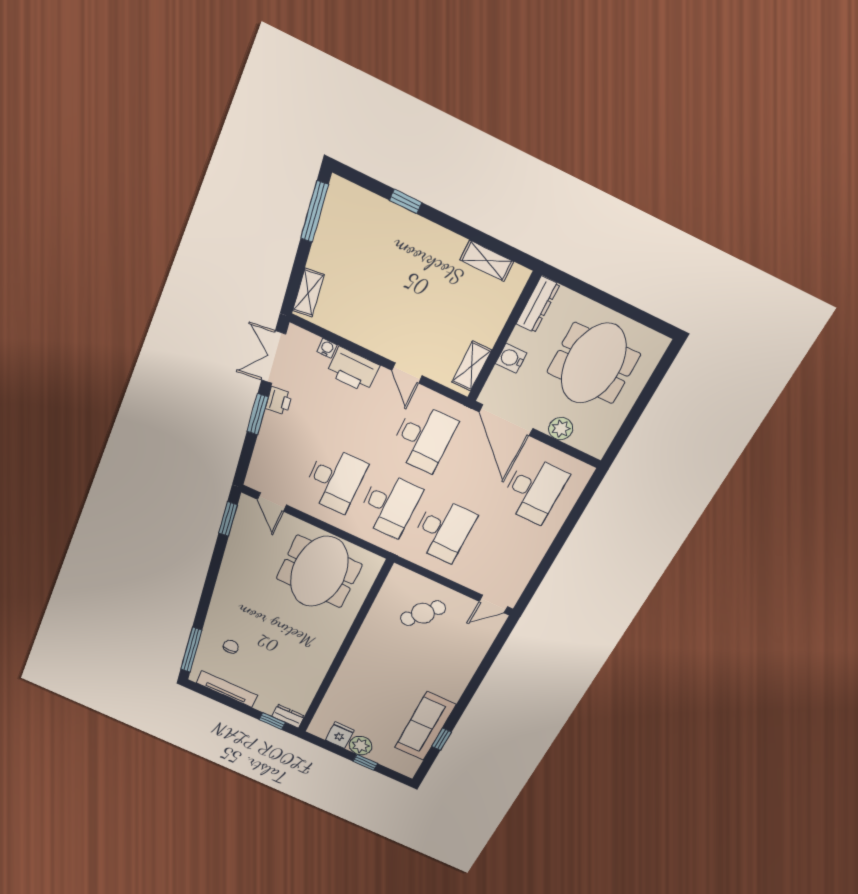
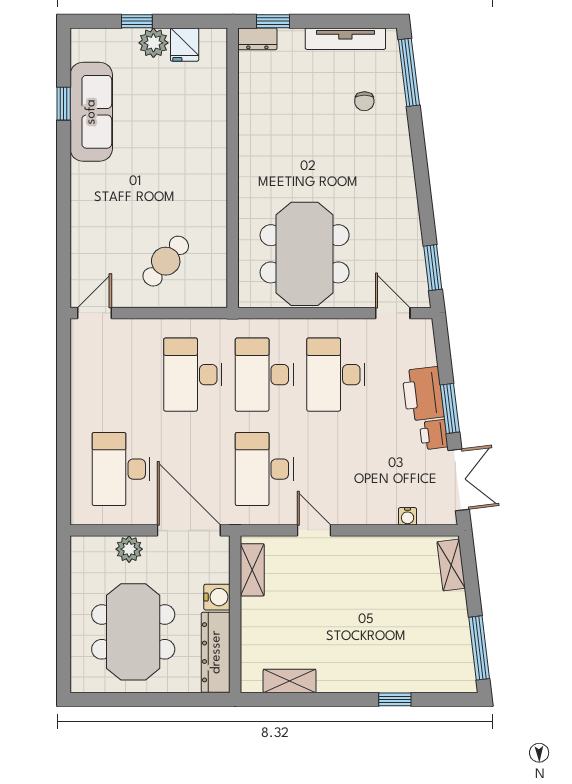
dresser: (538, 304) -> (216, 652), width x1.37, depth x1.24
printer: (353, 370) -> (423, 394), moved, turned -97

